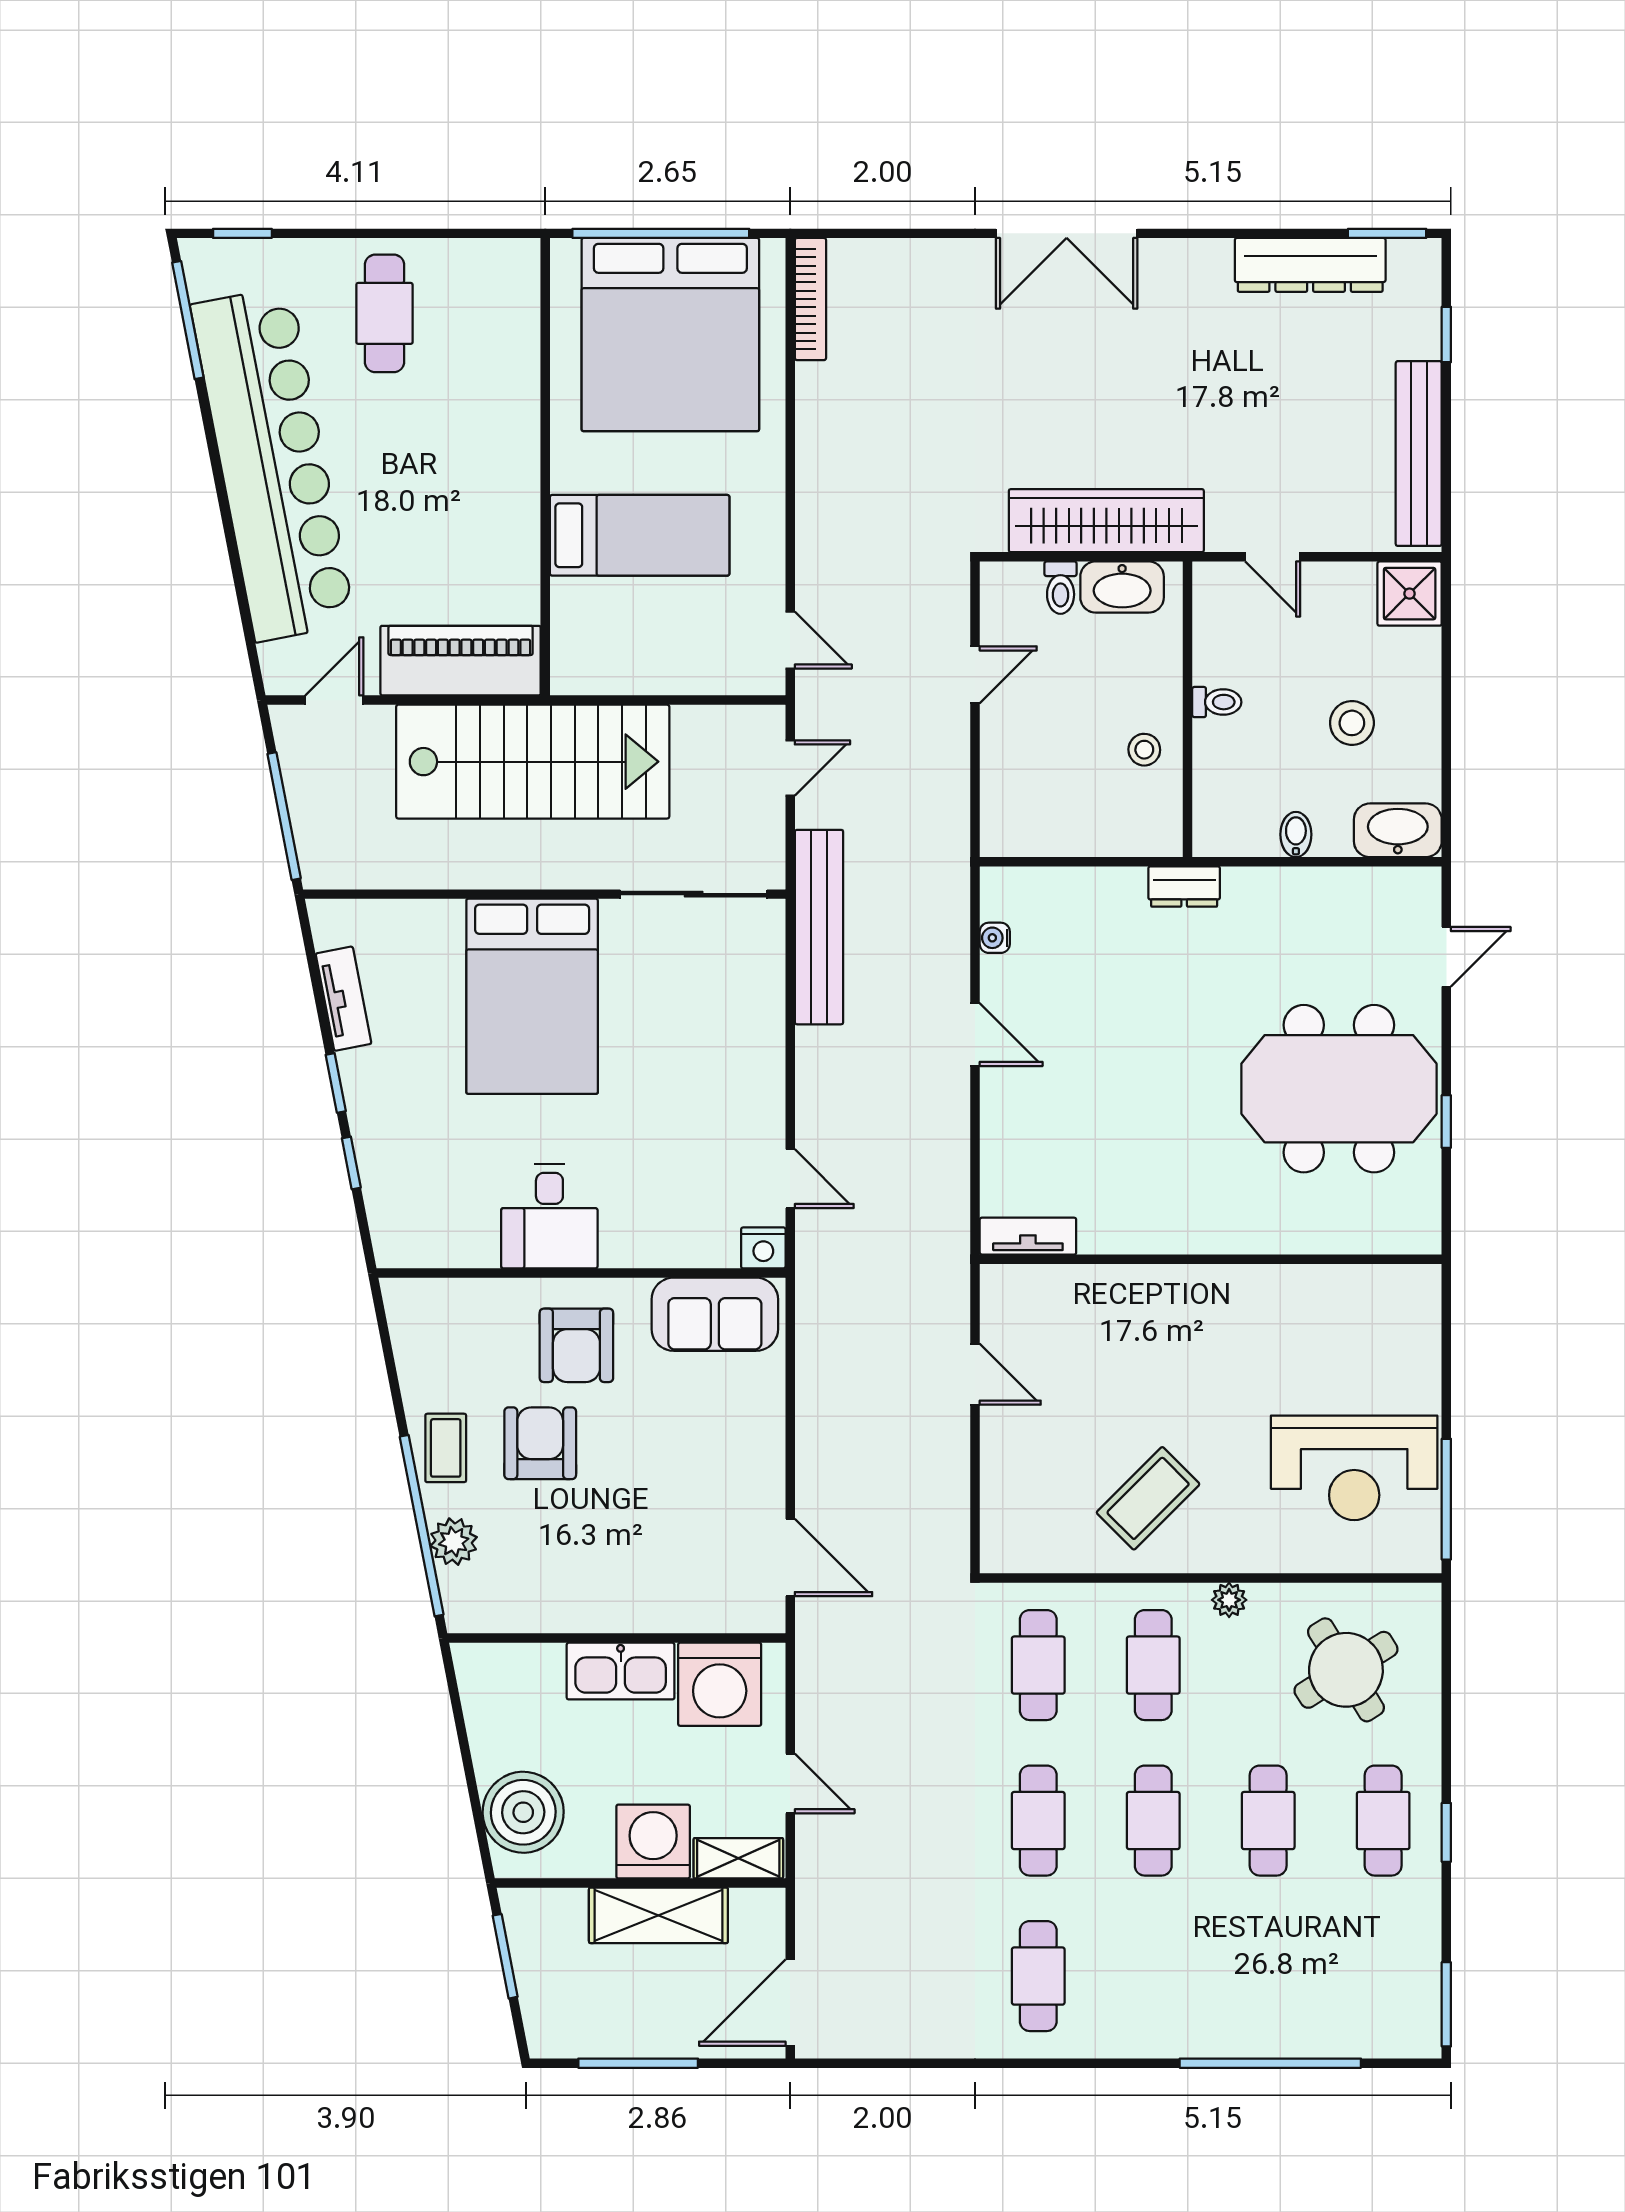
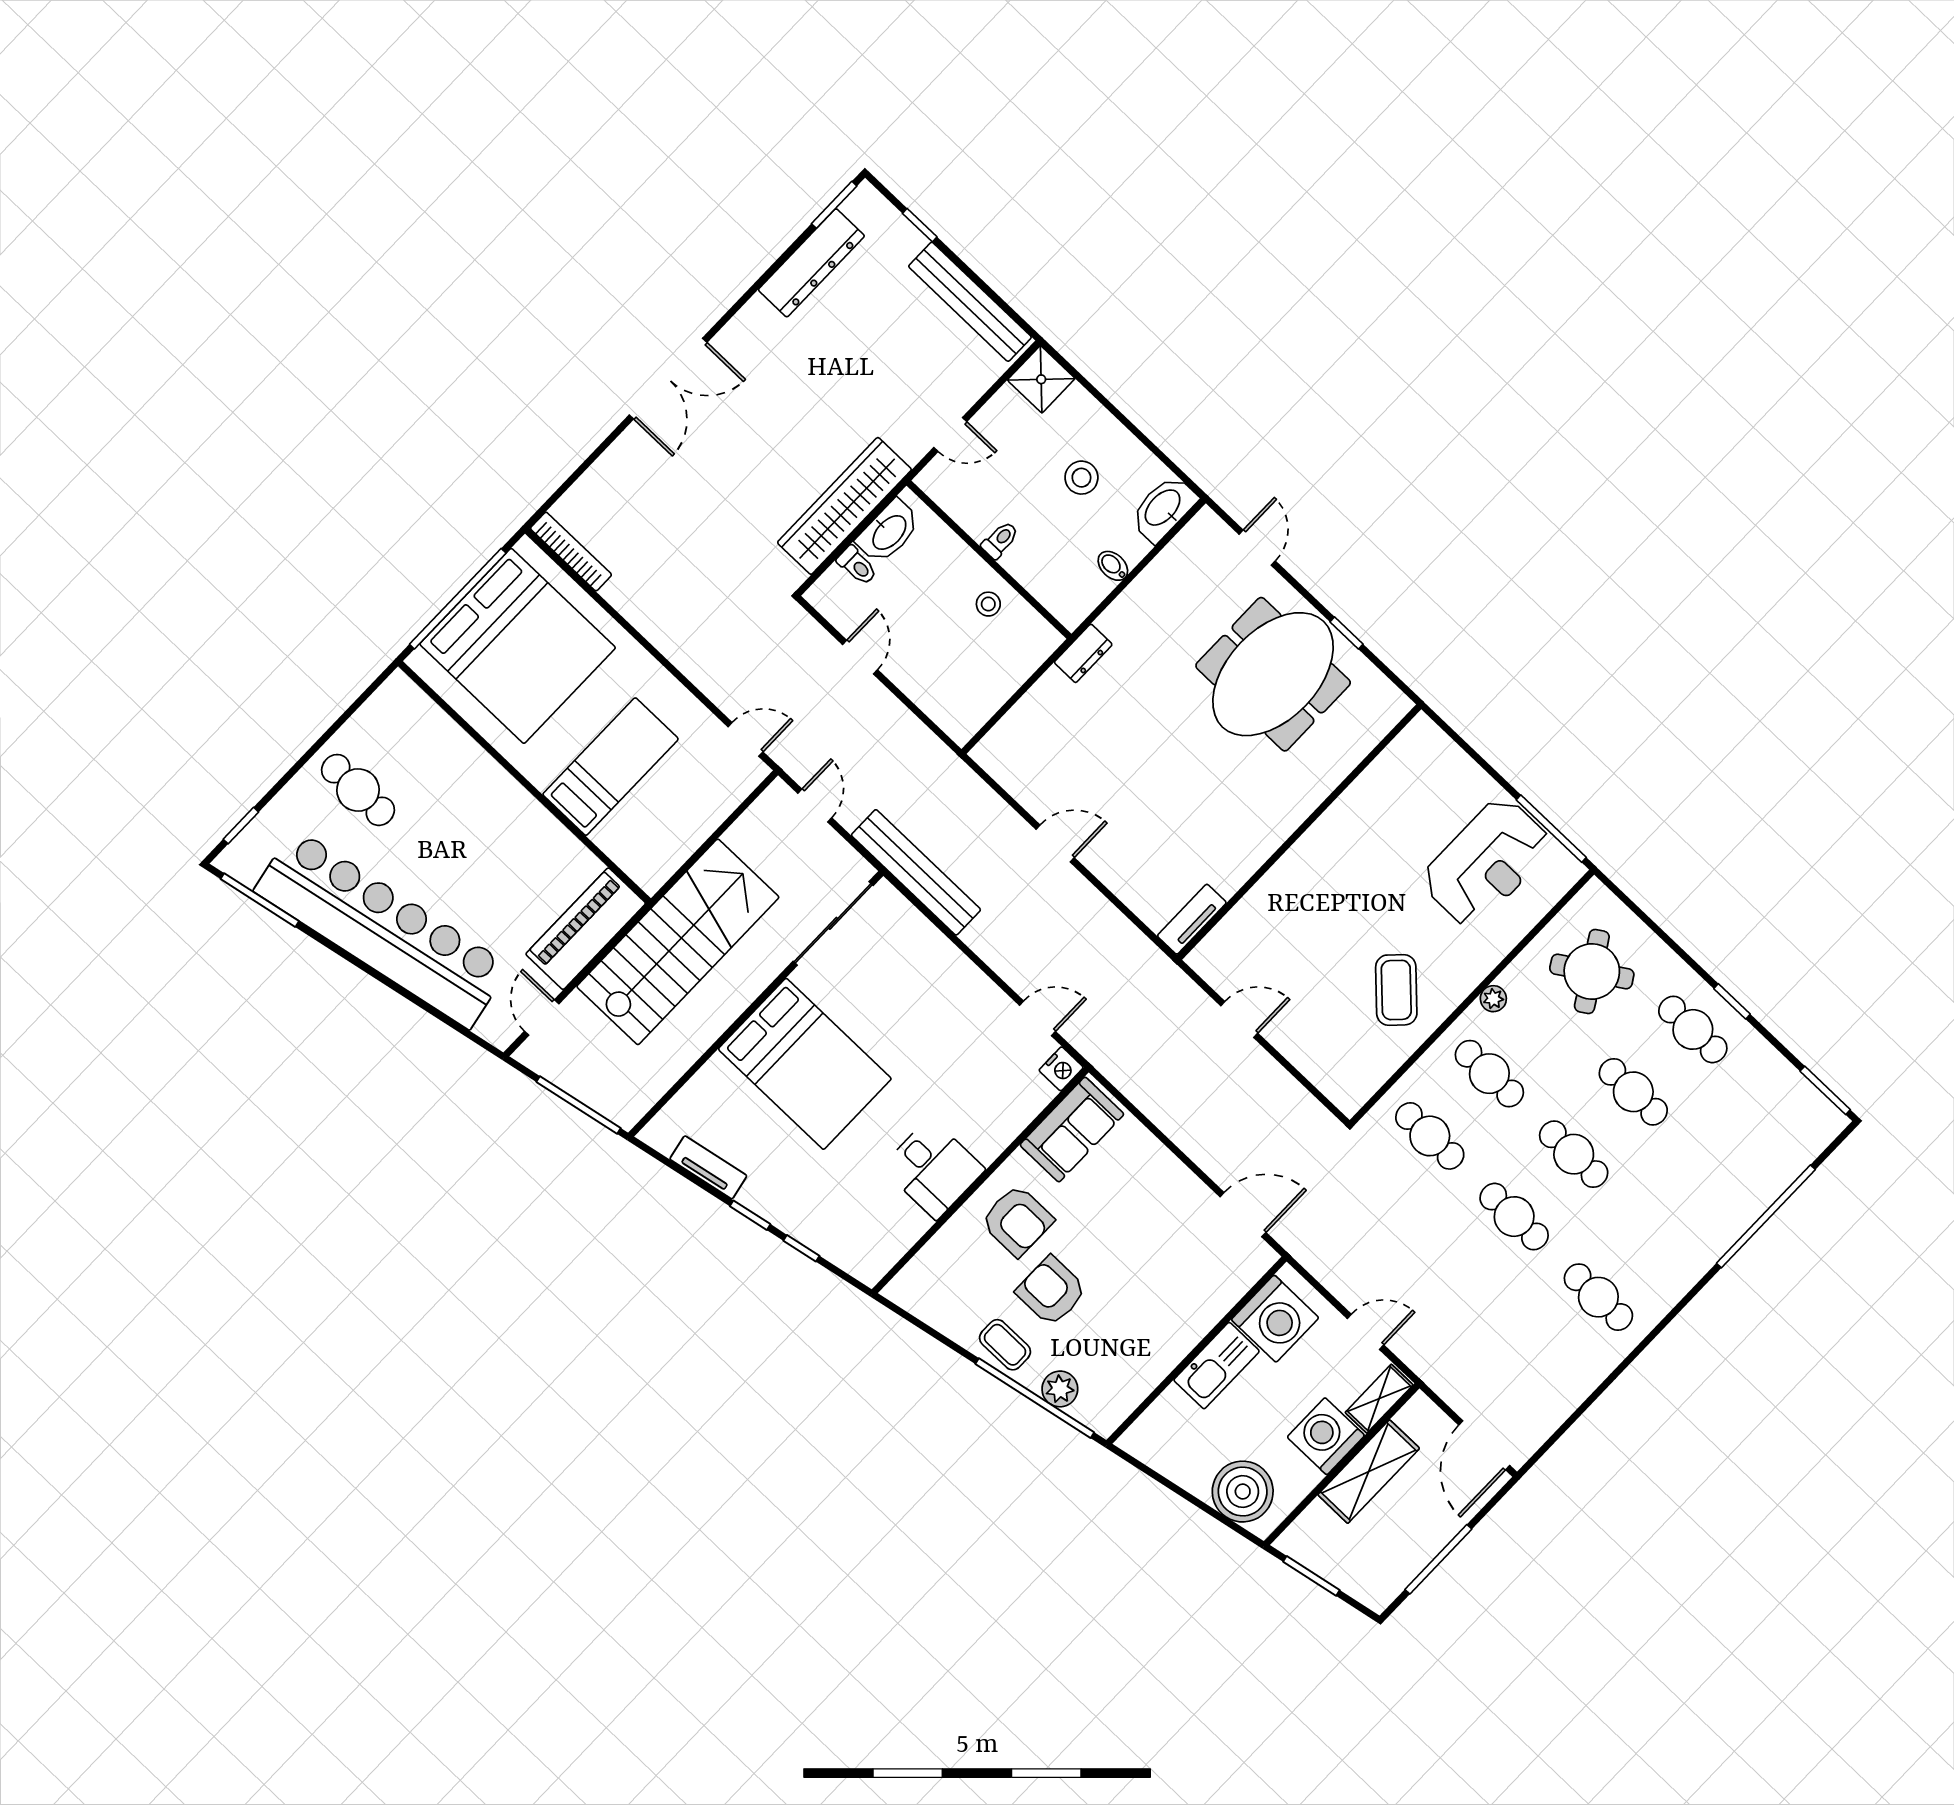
water cooler: (995, 938) -> (1013, 783), removed

